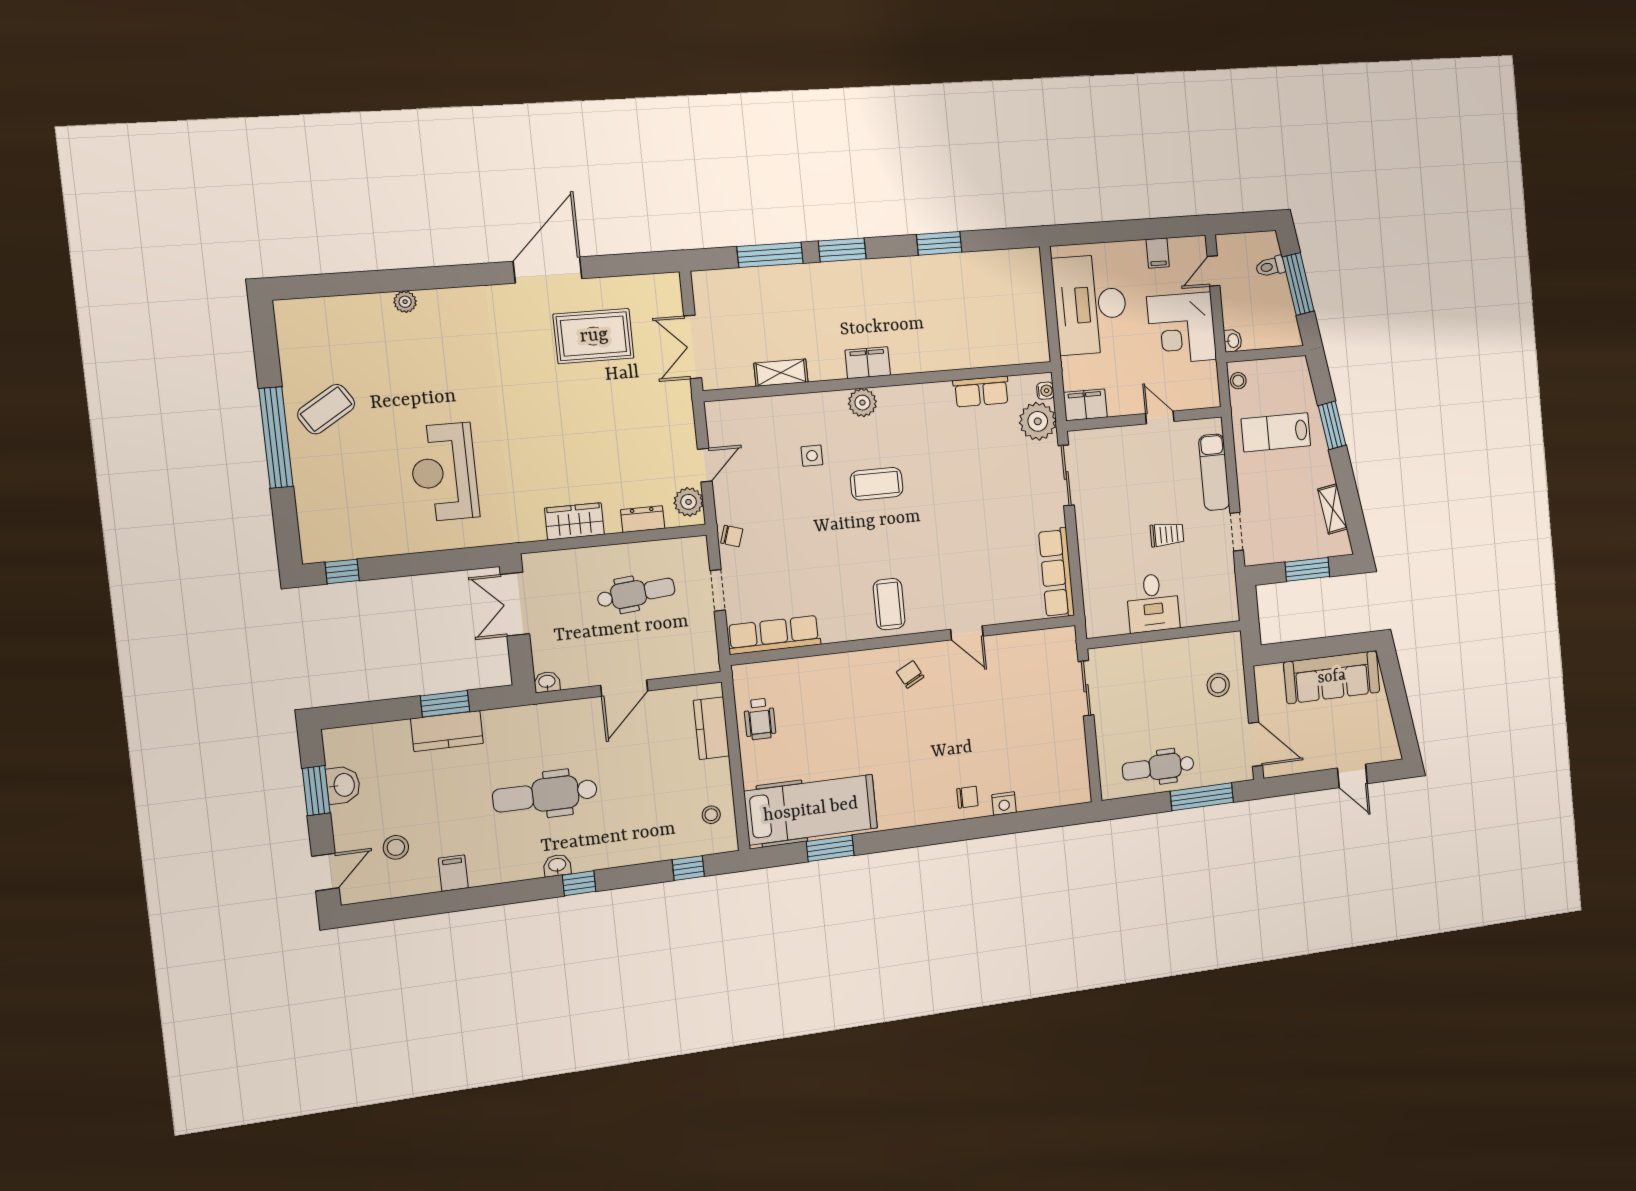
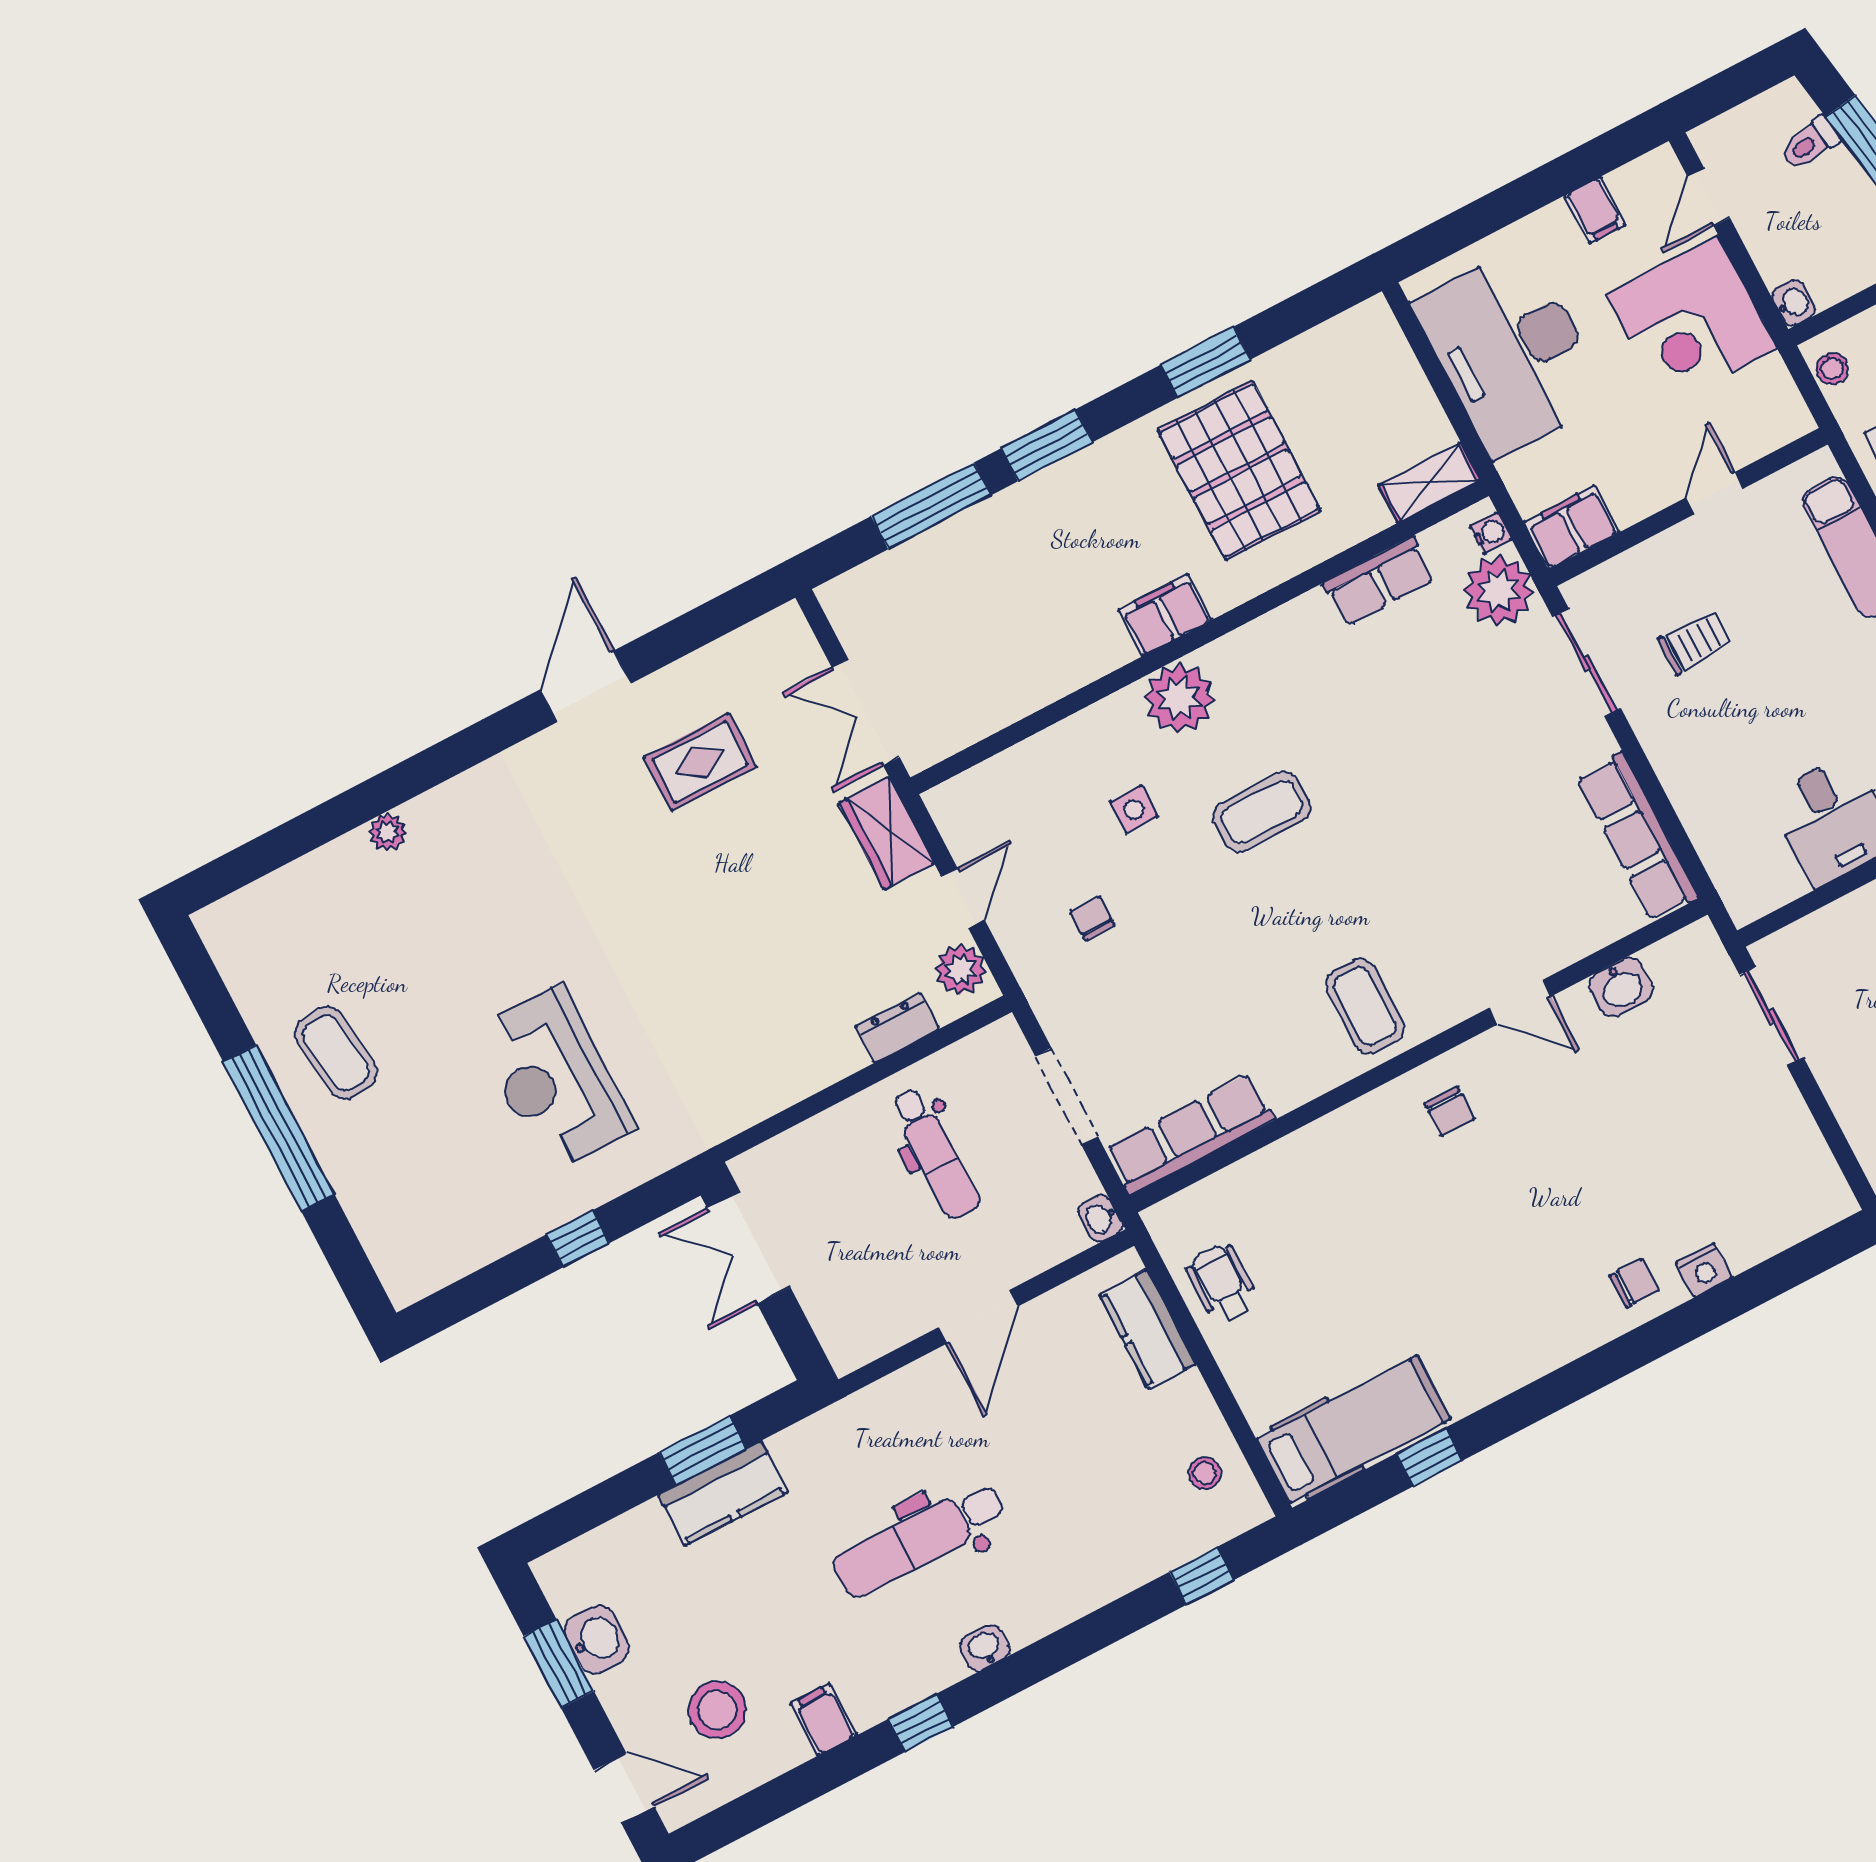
door: (548, 270) -> (586, 686), width x0.73
pallet: (934, 305) -> (1239, 471), added
rug: (594, 336) -> (700, 762), width x0.73, depth x0.70
shelving: (781, 373) -> (1429, 483), moved
plant: (862, 403) -> (1179, 698), width x1.36, depth x1.36
coffee table: (326, 409) -> (336, 1053), turned -65
door: (1160, 417) -> (1715, 493), hinge flipped
wardrobe: (575, 521) -> (886, 833), moved, turned -90
trolley: (1167, 535) -> (1695, 642), moved
chair: (732, 536) -> (1093, 919), moved, turned -108
window: (342, 571) -> (578, 1239), moved
doorway: (718, 590) -> (1067, 1097), width x1.38
dental chair: (636, 593) -> (935, 1153), turned 95
washbasin: (1019, 645) -> (1621, 987), added
chair: (910, 674) -> (1449, 1111), turned -152
washbasin: (547, 682) -> (1100, 1218), moved, turned -90
wheelchair: (760, 719) -> (1222, 1284), turned 180
hospital bed: (811, 810) -> (1354, 1429), width x0.73, depth x0.78
stool: (396, 847) -> (717, 1710), width x1.38, depth x1.38
window: (830, 848) -> (1429, 1457), width x0.67
door: (325, 872) -> (624, 1788), hinge flipped
window: (579, 883) -> (921, 1723), moved

